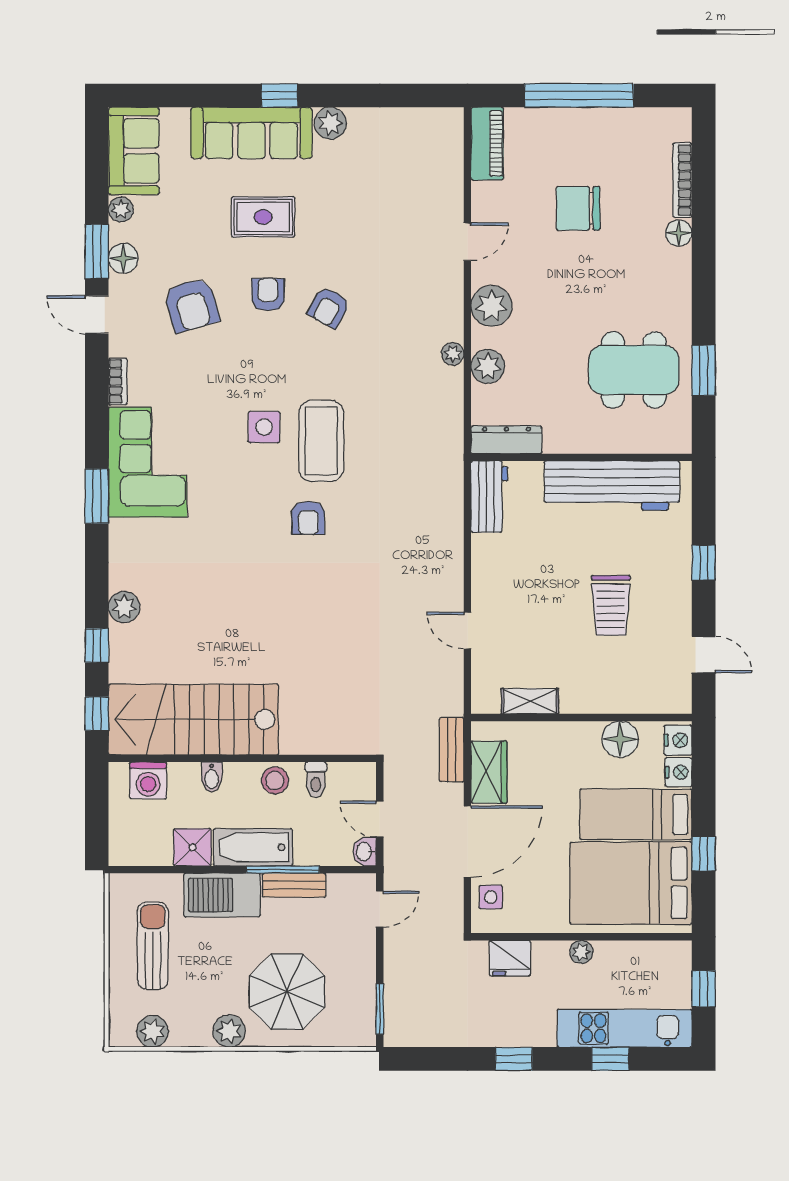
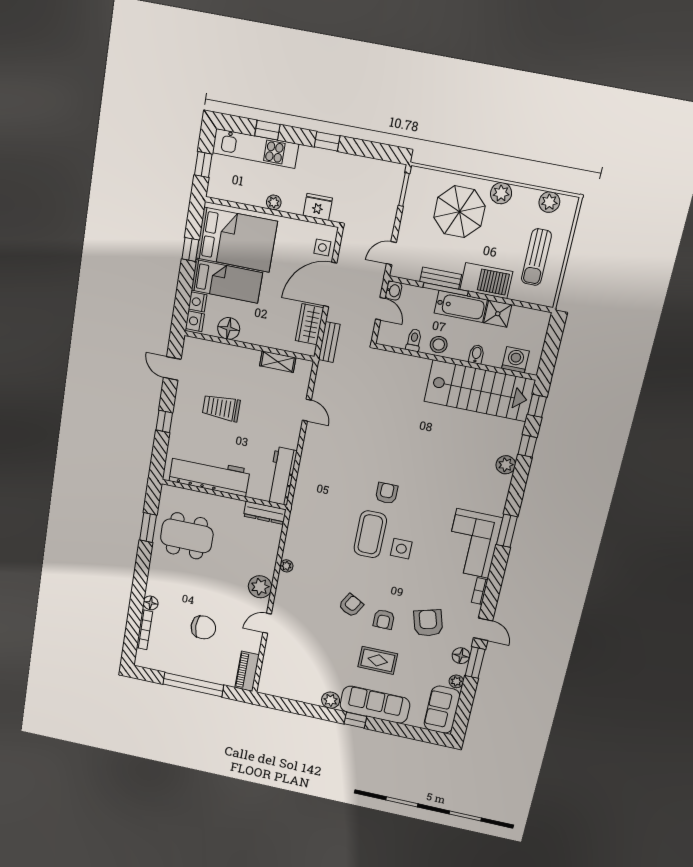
plant: (488, 366) -> (268, 555), removed
workbench: (489, 497) -> (281, 476), width x1.38
trolley: (611, 605) -> (221, 408), turned -90

